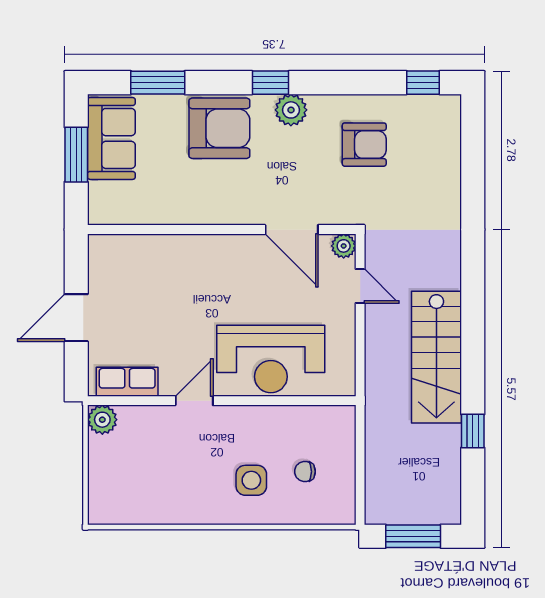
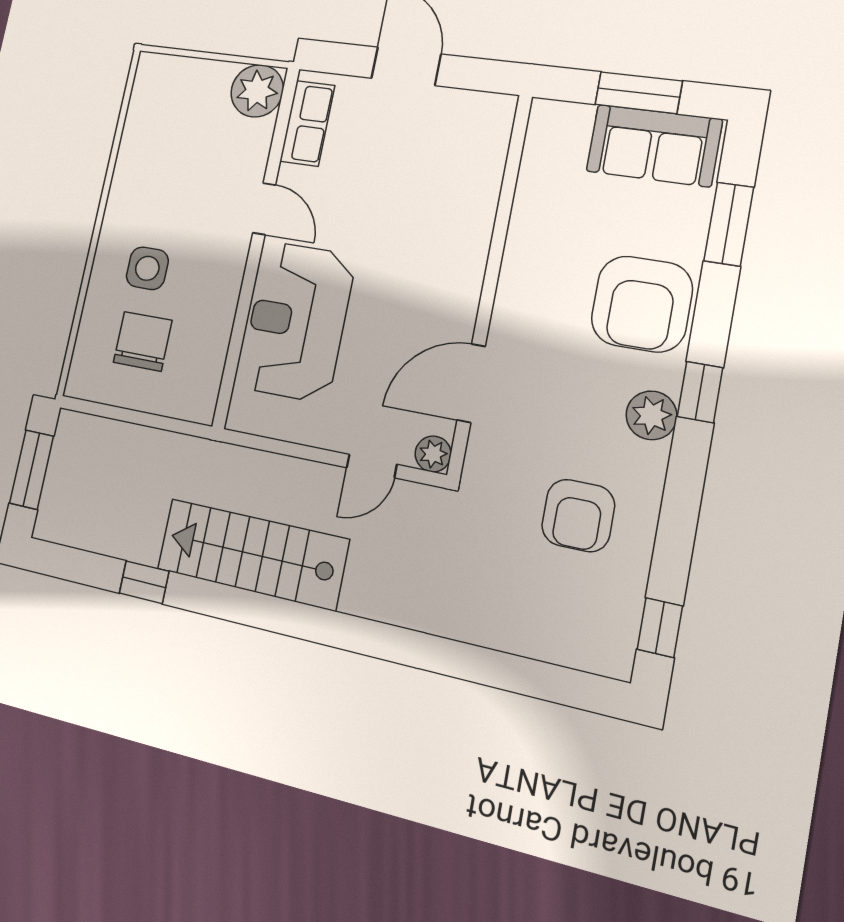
plant: (102, 420) -> (257, 91), width x1.36, depth x1.36
chair: (305, 472) -> (143, 341), width x1.87, depth x1.87

